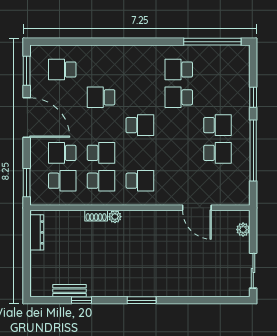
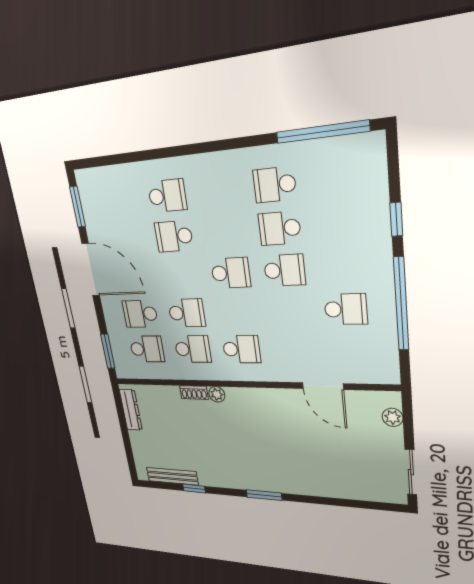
school desk: (62, 70) -> (167, 196), moved, turned 180
school desk: (217, 125) -> (284, 270), moved
bench: (69, 291) -> (172, 476), width x1.36

